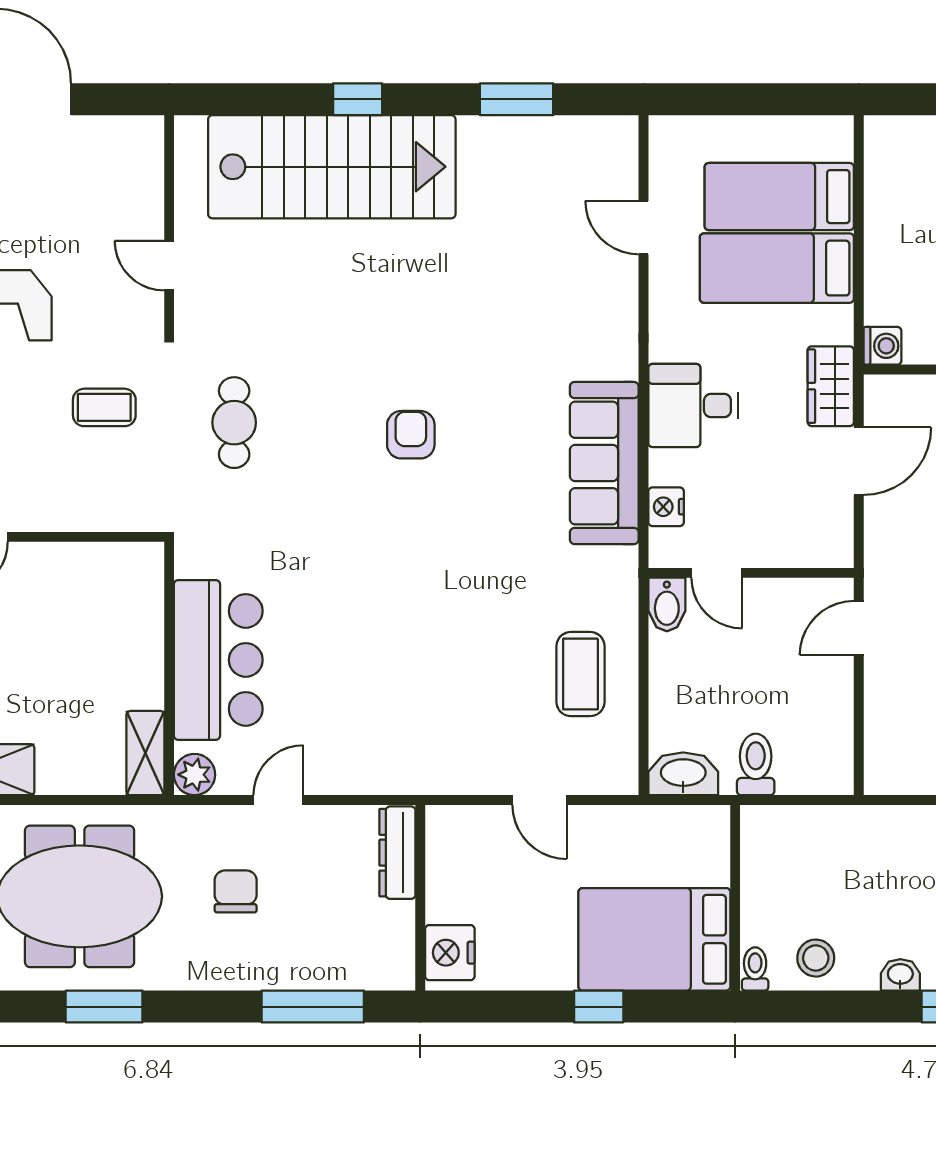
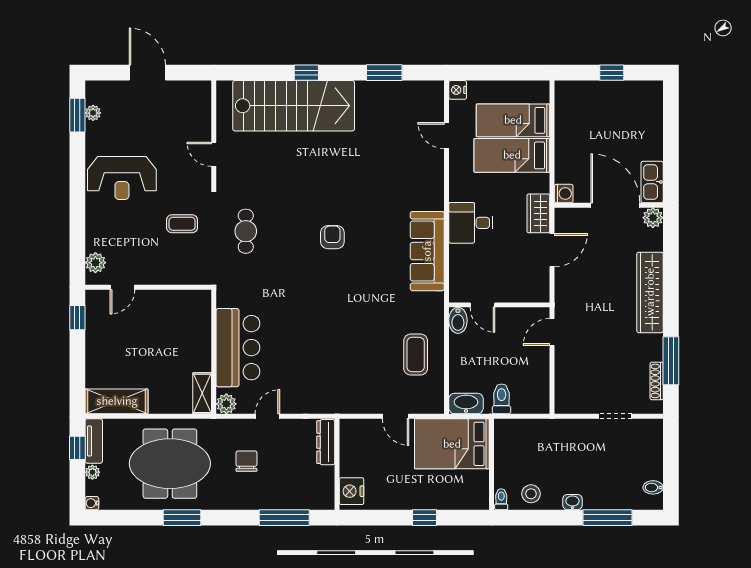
nightstand: (666, 507) -> (458, 90), moved
bed: (654, 939) -> (452, 444), moved

